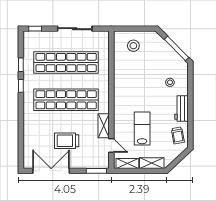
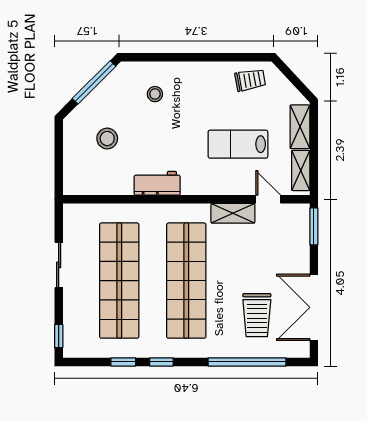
sliding door: (75, 29) -> (59, 265), width x0.73
stool: (133, 46) -> (107, 139), moved
workbench: (182, 109) -> (157, 183), moved, turned 180
window: (21, 134) -> (247, 362), added
trolley: (67, 141) -> (257, 315), moved
door: (111, 145) -> (268, 199), hinge flipped

